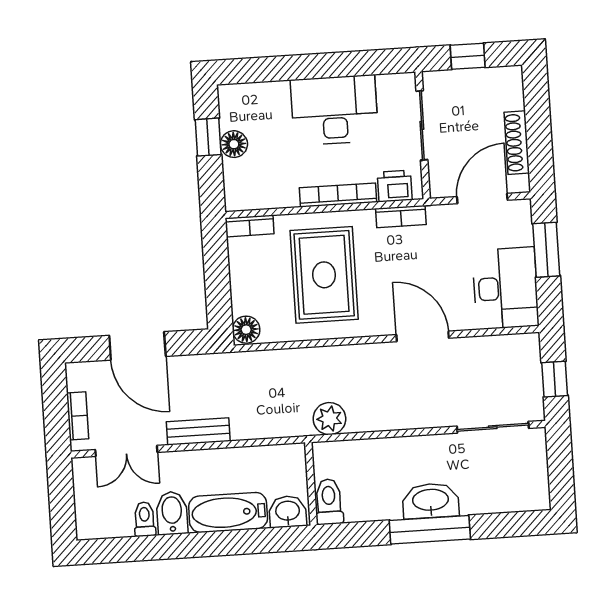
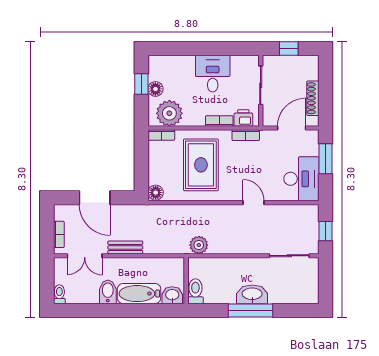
desk: (334, 110) -> (213, 74), width x0.73
plant: (262, 186) -> (169, 113), added
bookcase: (338, 195) -> (219, 121), width x0.64
door: (423, 336) -> (254, 203), width x0.73
toilet: (145, 519) -> (59, 294), moved

